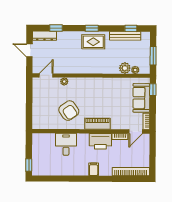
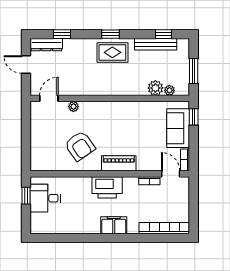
door: (136, 132) -> (171, 174), swing flipped
printer: (100, 141) -> (107, 187), moved
desk: (66, 144) -> (45, 198), moved, turned -90
window: (29, 165) -> (26, 196), moved
filing cabinet: (94, 169) -> (114, 225), width x2.00

